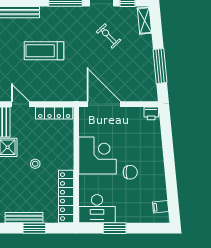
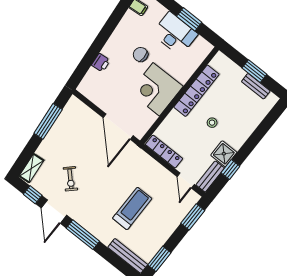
treadmill: (44, 51) -> (132, 208), turned -90
printer: (151, 113) -> (101, 63), moved, turned 85
locker: (66, 197) -> (197, 91), moved
desk: (97, 209) -> (175, 34), moved
bench: (24, 218) -> (256, 86), width x0.73

